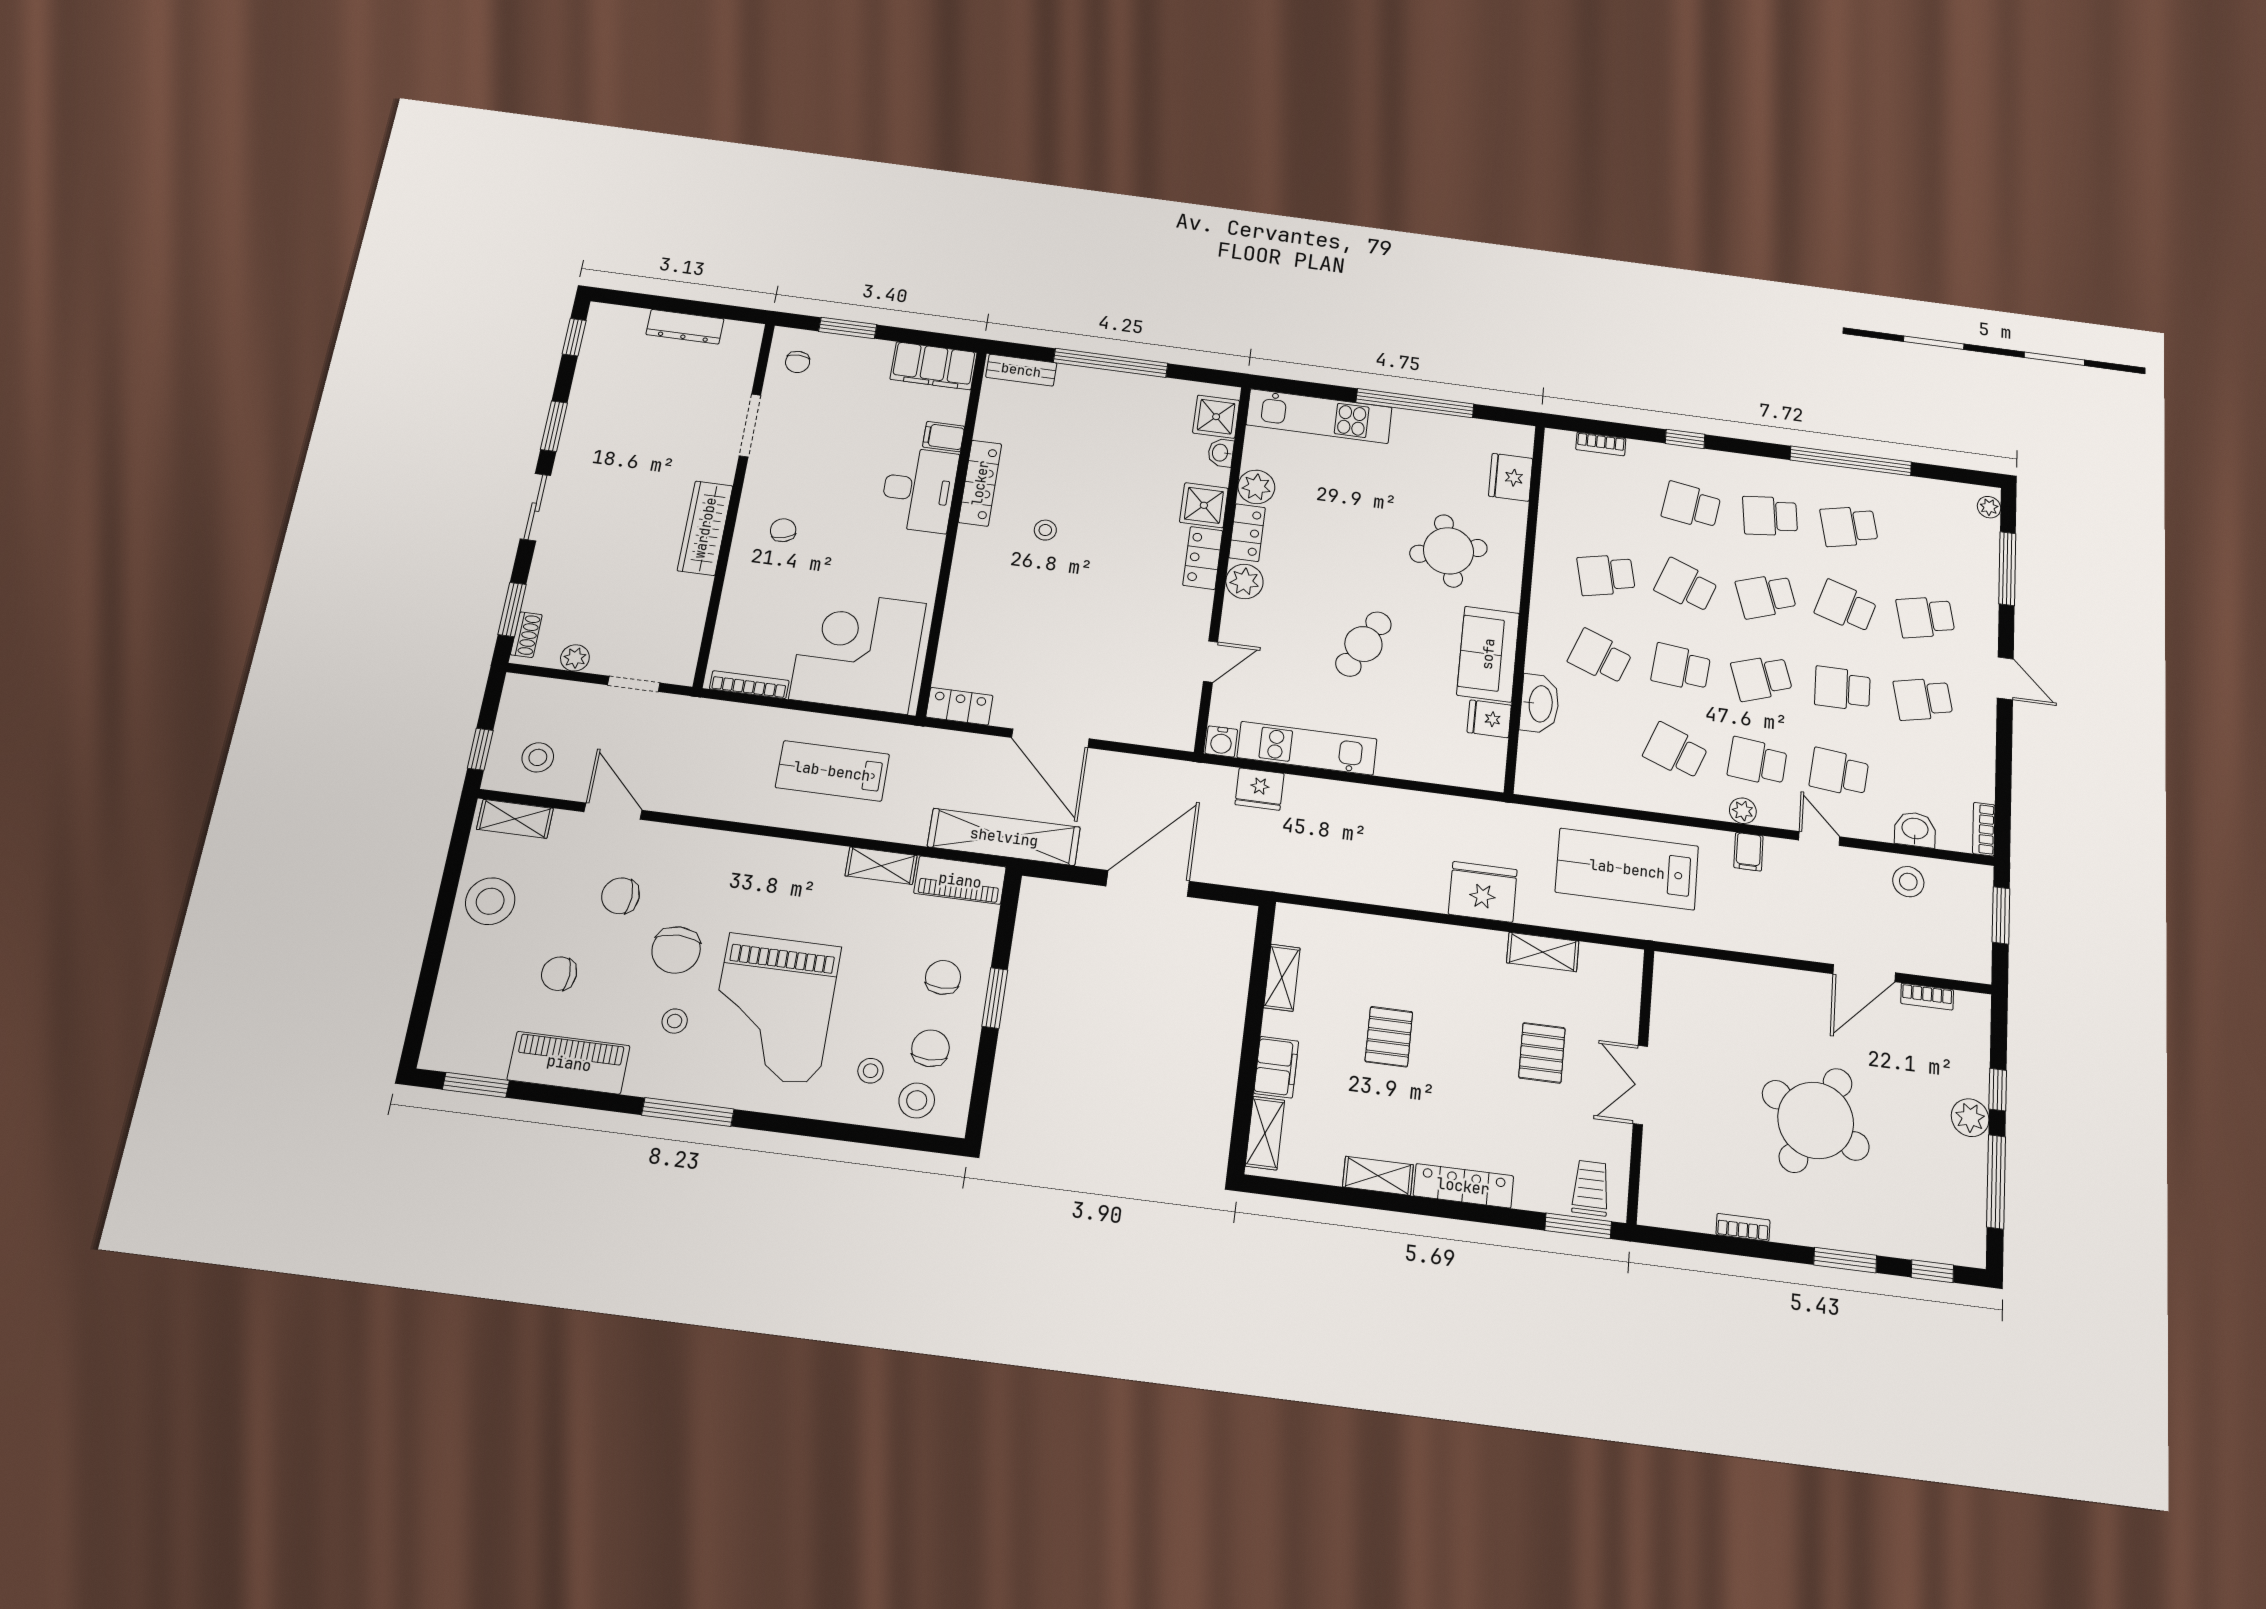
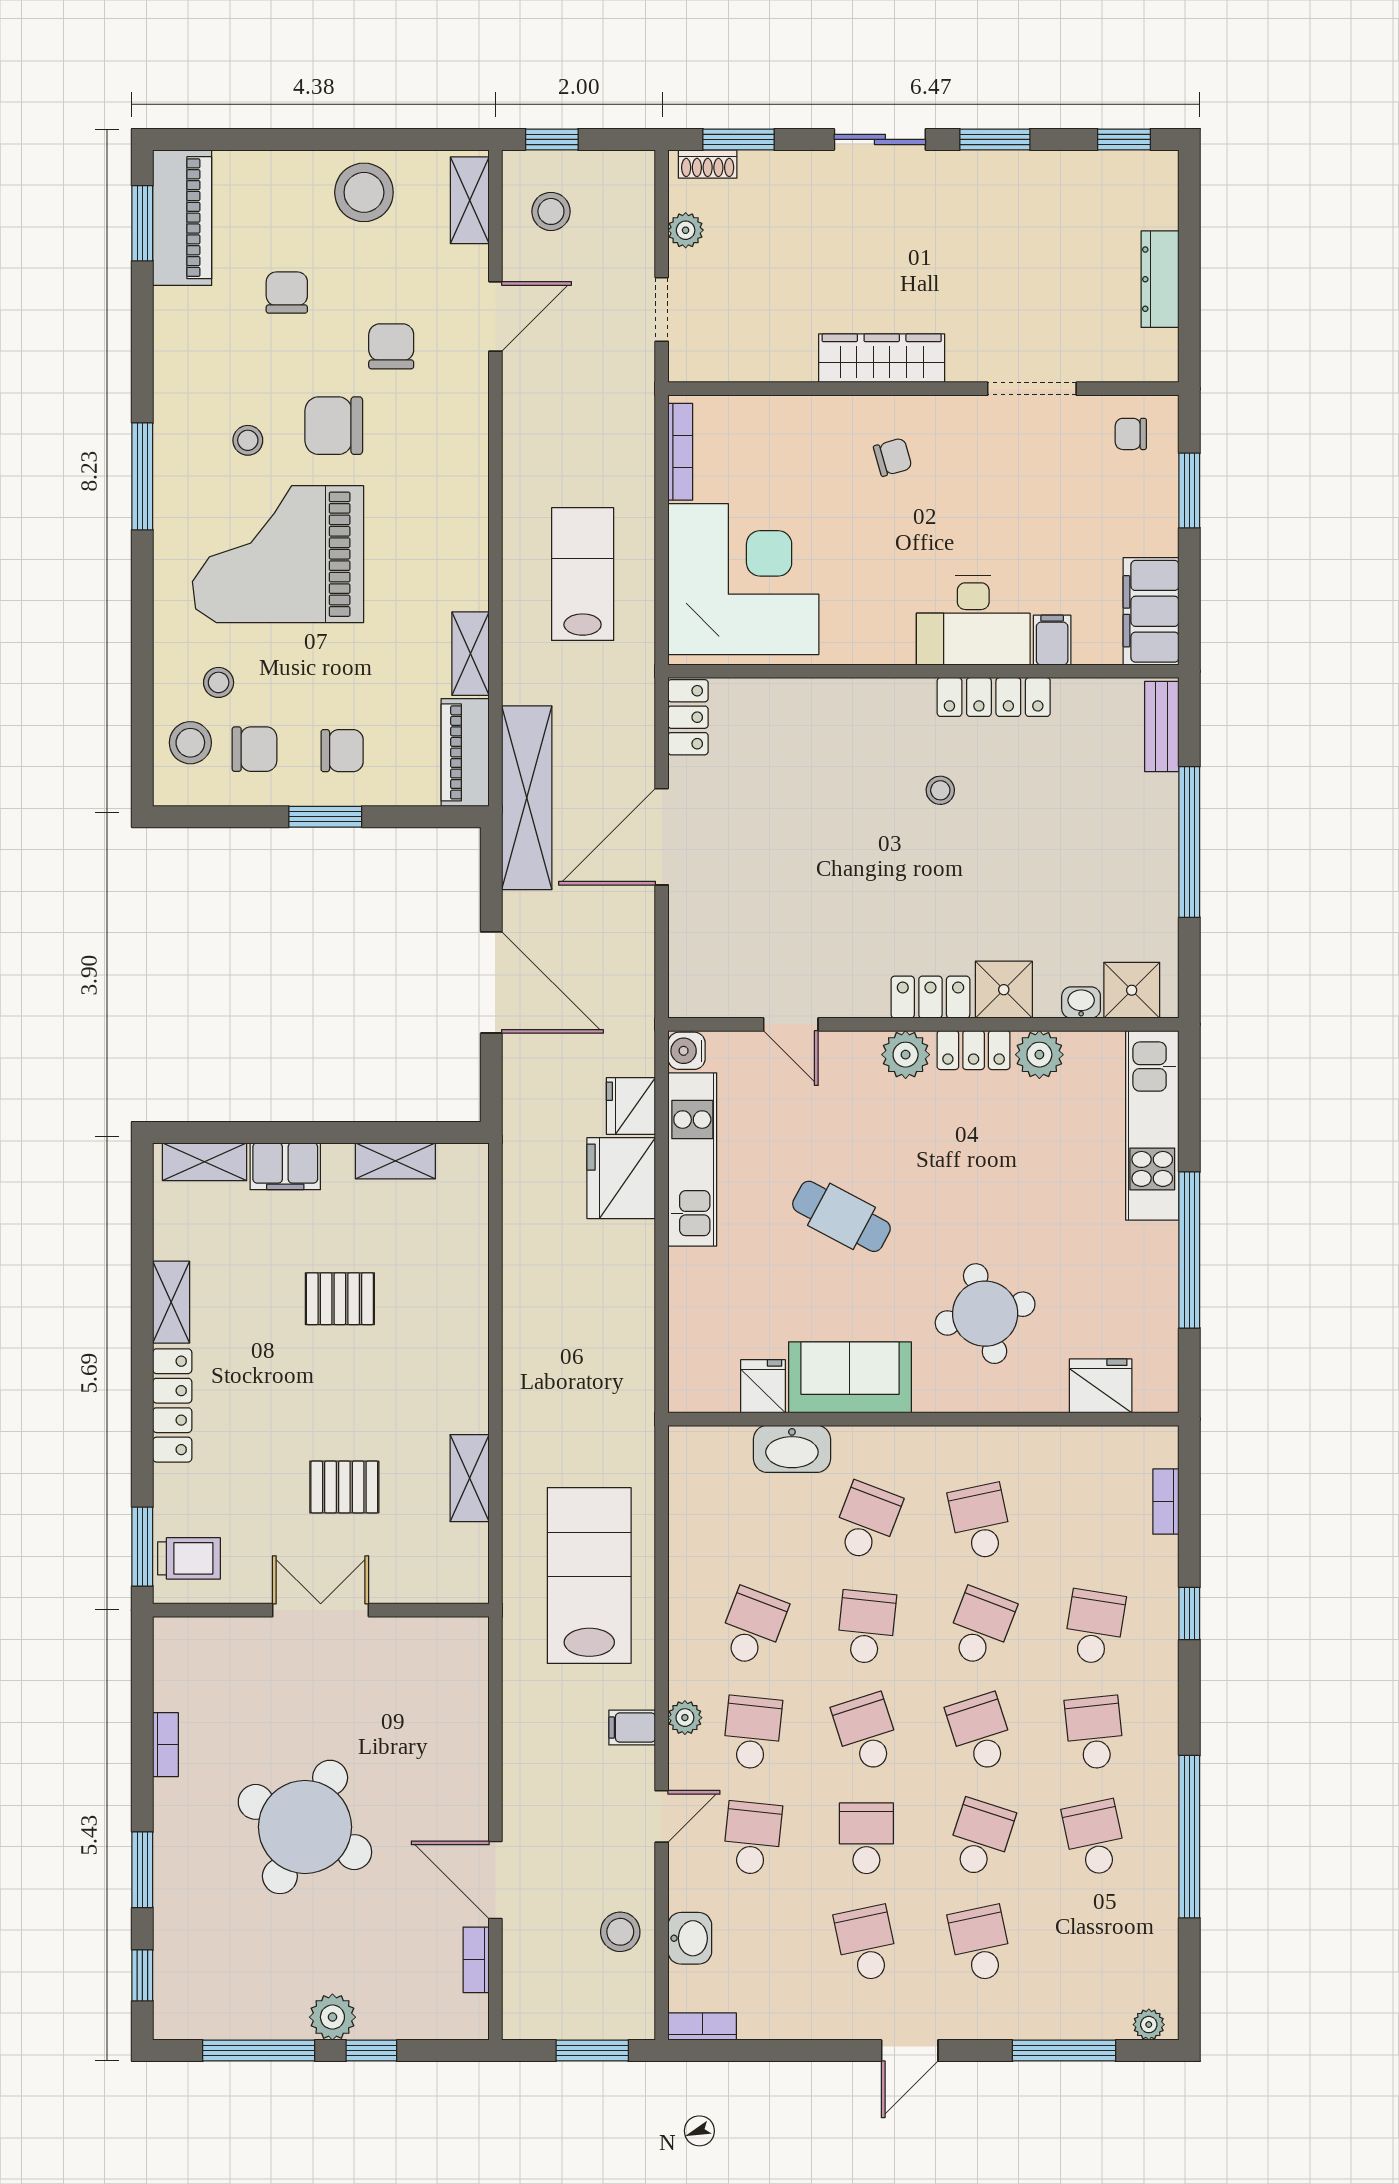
fridge: (1483, 892) -> (621, 1178), moved, turned 180
piano: (569, 1063) -> (182, 218), moved

